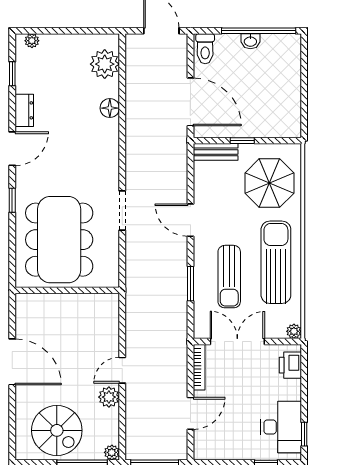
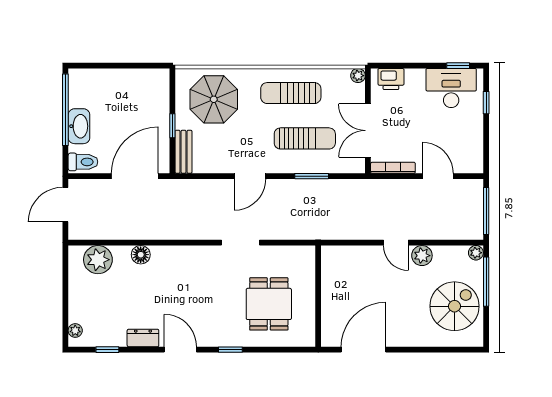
washbasin: (250, 41) -> (79, 126), width x1.91, depth x1.45
dining table: (59, 240) -> (269, 304), width x0.53, depth x0.80
sun lounger: (276, 262) -> (291, 93), width x0.73, depth x0.75
door: (12, 362) -> (364, 350), moved

